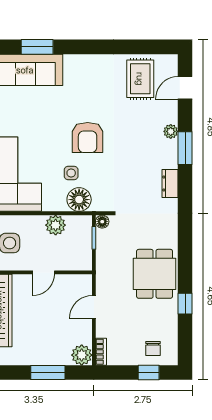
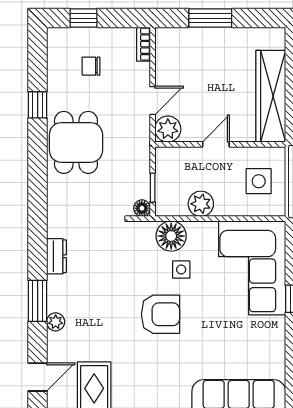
armchair: (88, 138) -> (160, 314), turned 90
chair: (153, 349) -> (91, 66), moved, turned -90
plant: (82, 355) -> (168, 129), moved

